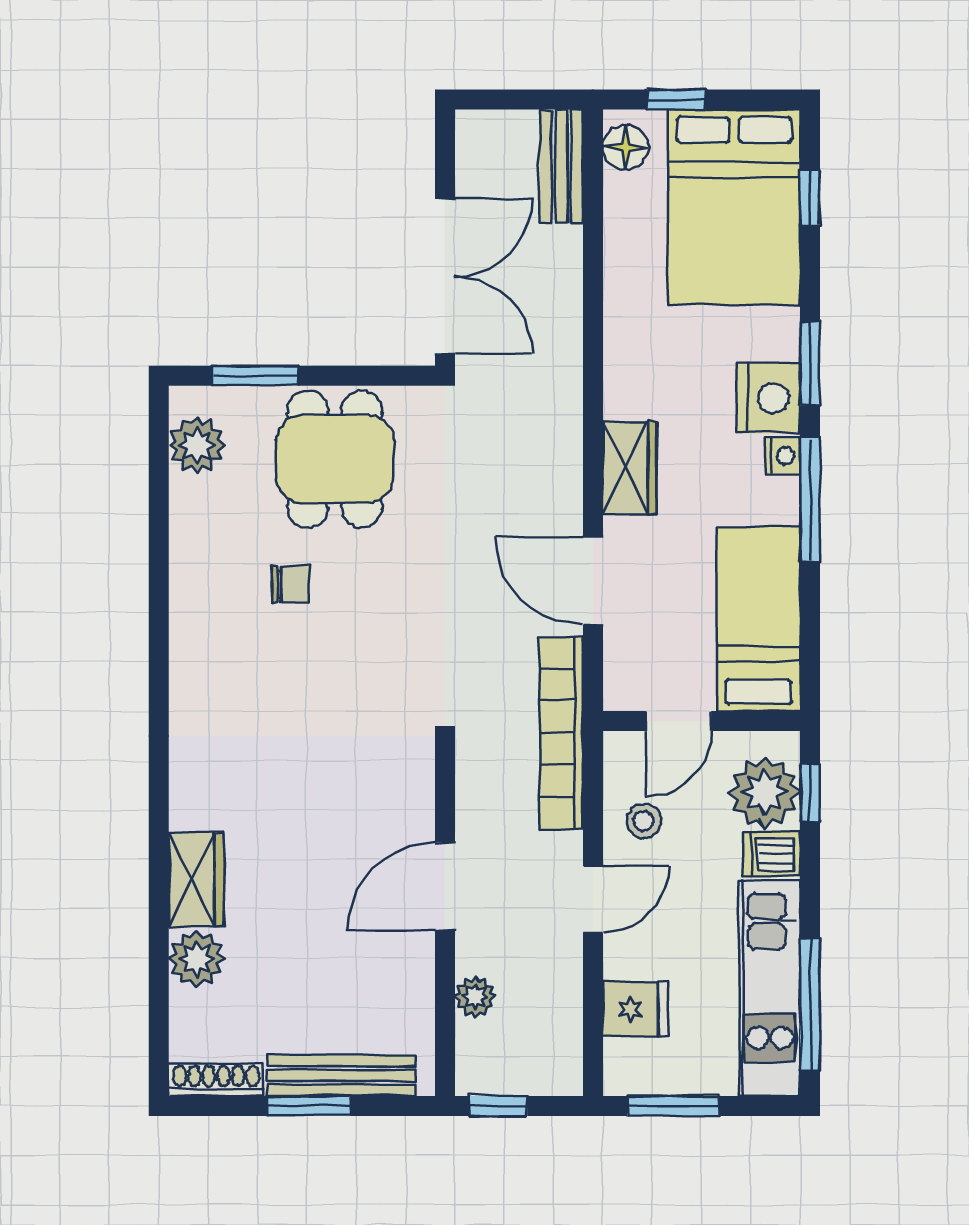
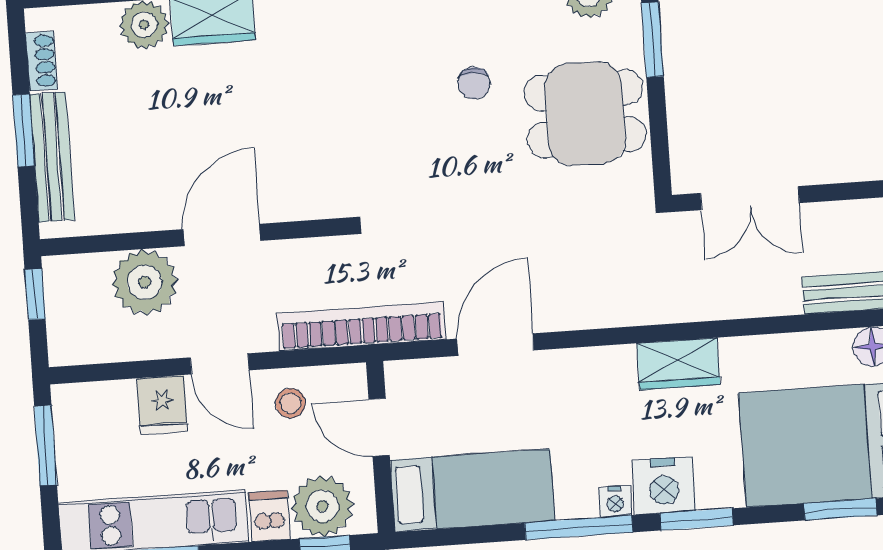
window: (810, 197) -> (840, 509), width x1.50
double door: (445, 276) -> (750, 198), width x0.73
wardrobe: (630, 468) -> (678, 364), moved
door: (445, 886) -> (222, 235), hinge flipped
plant: (475, 997) -> (145, 282), width x1.88, depth x1.88
fridge: (635, 1009) -> (162, 405), moved
shoe rack: (216, 1080) -> (41, 61), width x0.70

